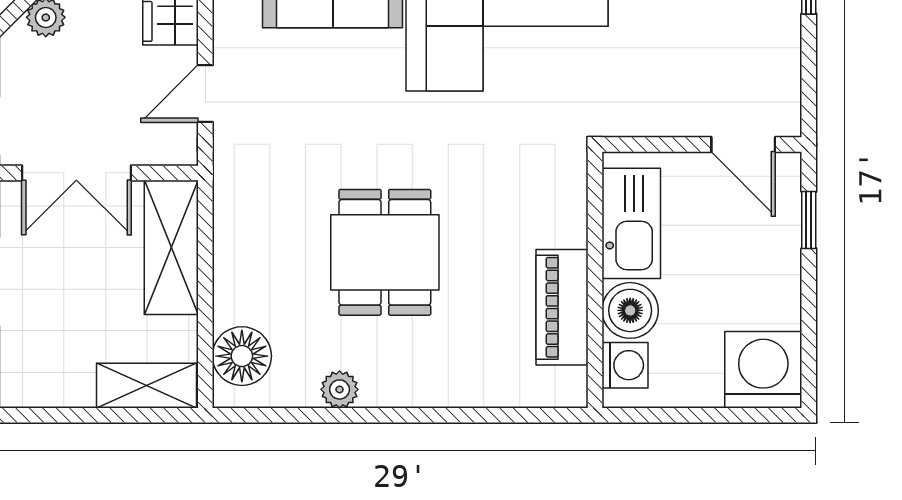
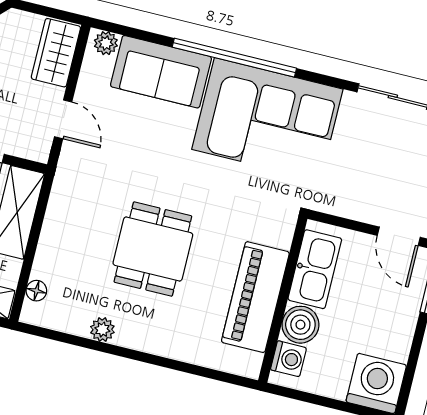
door: (205, 94) -> (63, 119), swing flipped
piano: (562, 307) -> (255, 297), width x1.37, depth x1.33
floor lamp: (242, 356) -> (36, 291), width x0.53, depth x0.53

